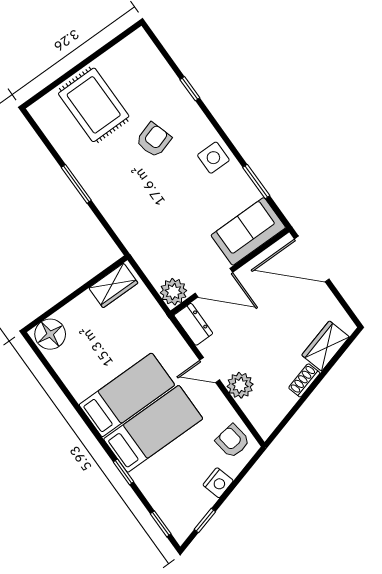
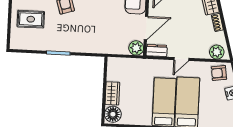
rug: (94, 105) -> (31, 19), width x0.73, depth x0.70
wardrobe: (113, 285) -> (112, 93), moved
plant: (240, 385) -> (217, 52), moved

